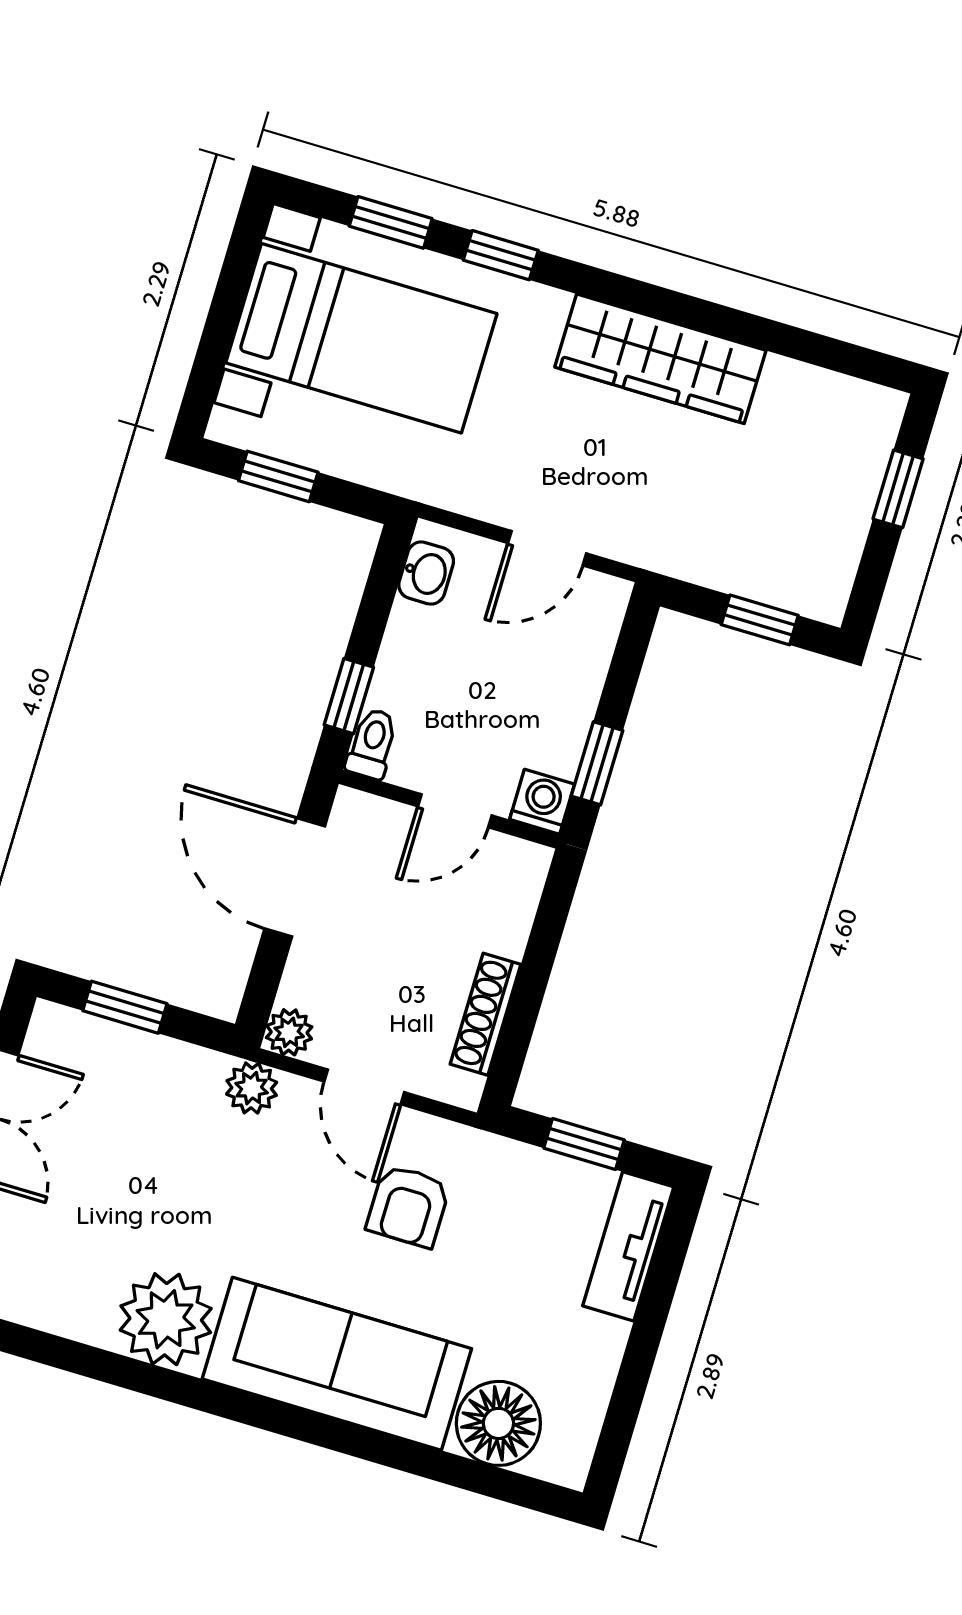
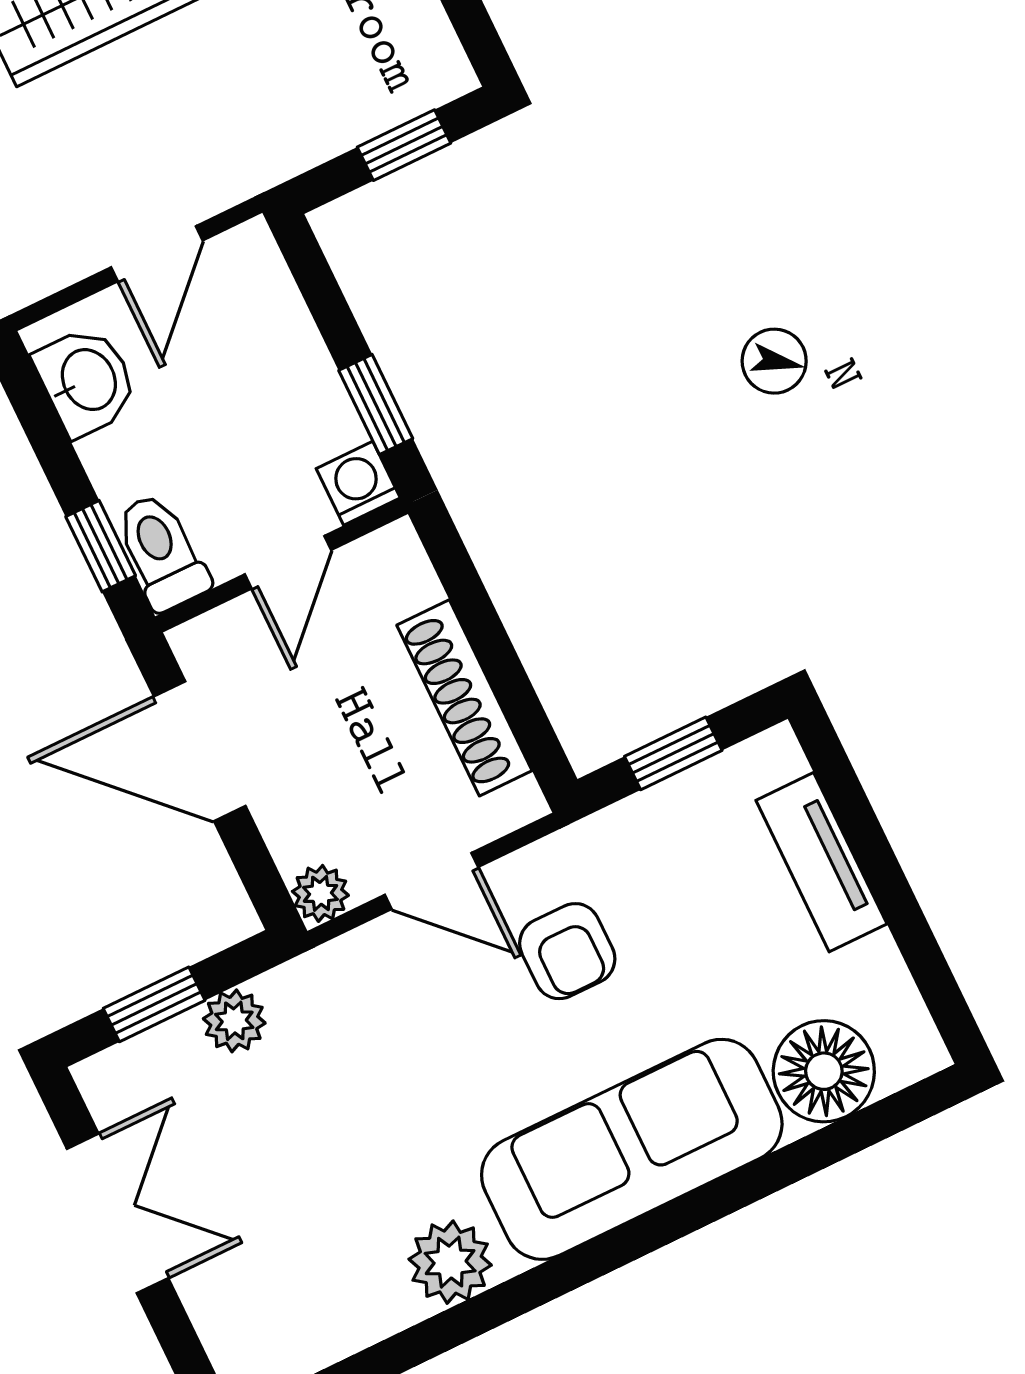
washbasin: (426, 573) -> (87, 381), width x1.38, depth x1.45
toilet: (372, 744) -> (161, 552), width x1.37, depth x1.39
shoe rack: (486, 1014) -> (464, 698), width x1.36, depth x1.24
plant: (252, 1088) -> (234, 1021), moved
tv unit: (628, 1246) -> (821, 862), moved
plant: (166, 1319) -> (450, 1262), width x0.73, depth x0.73

